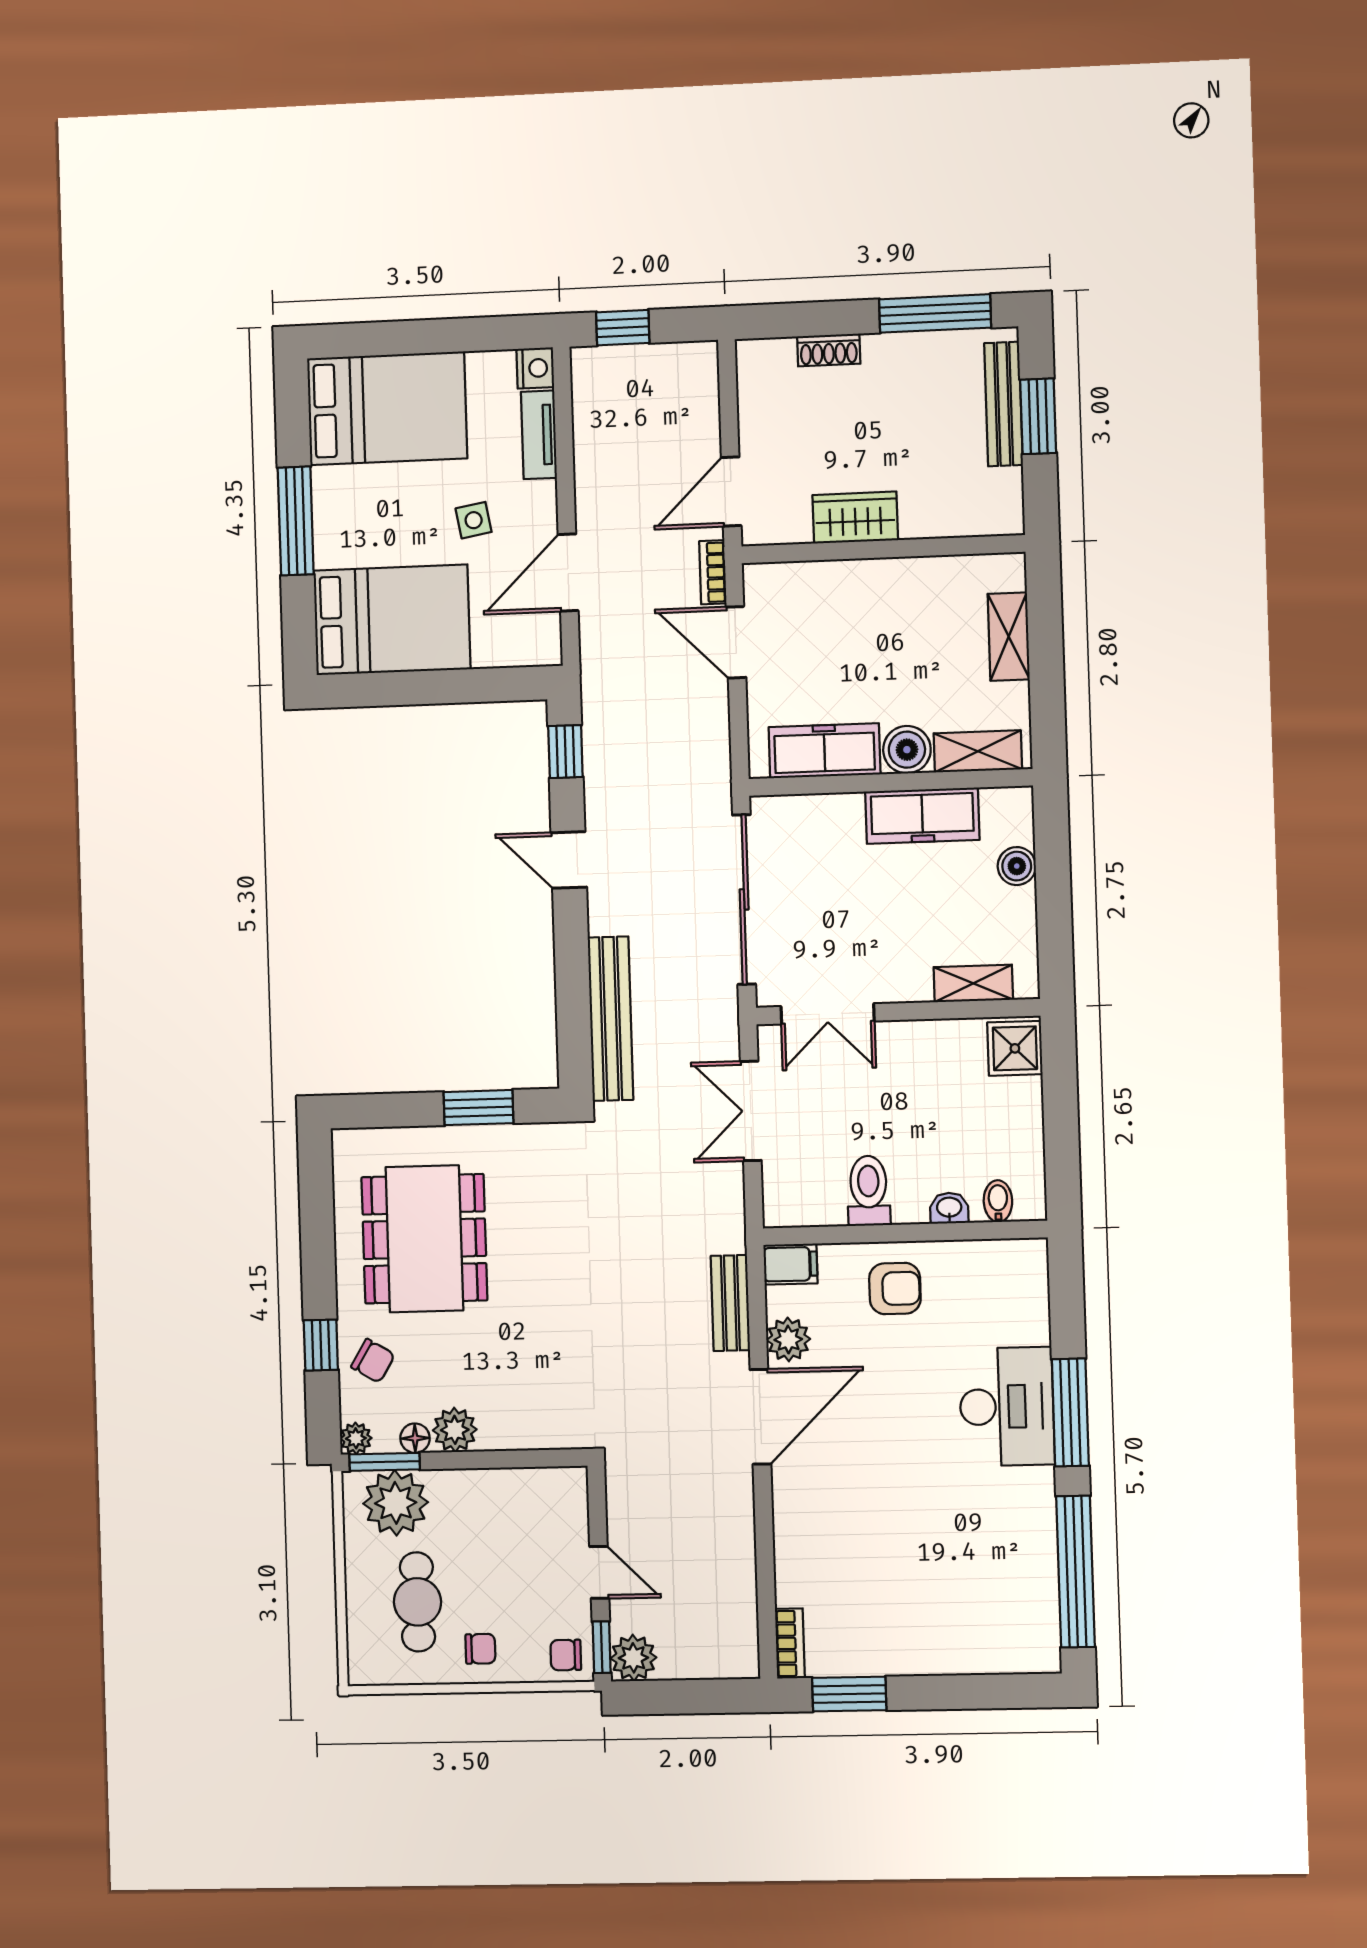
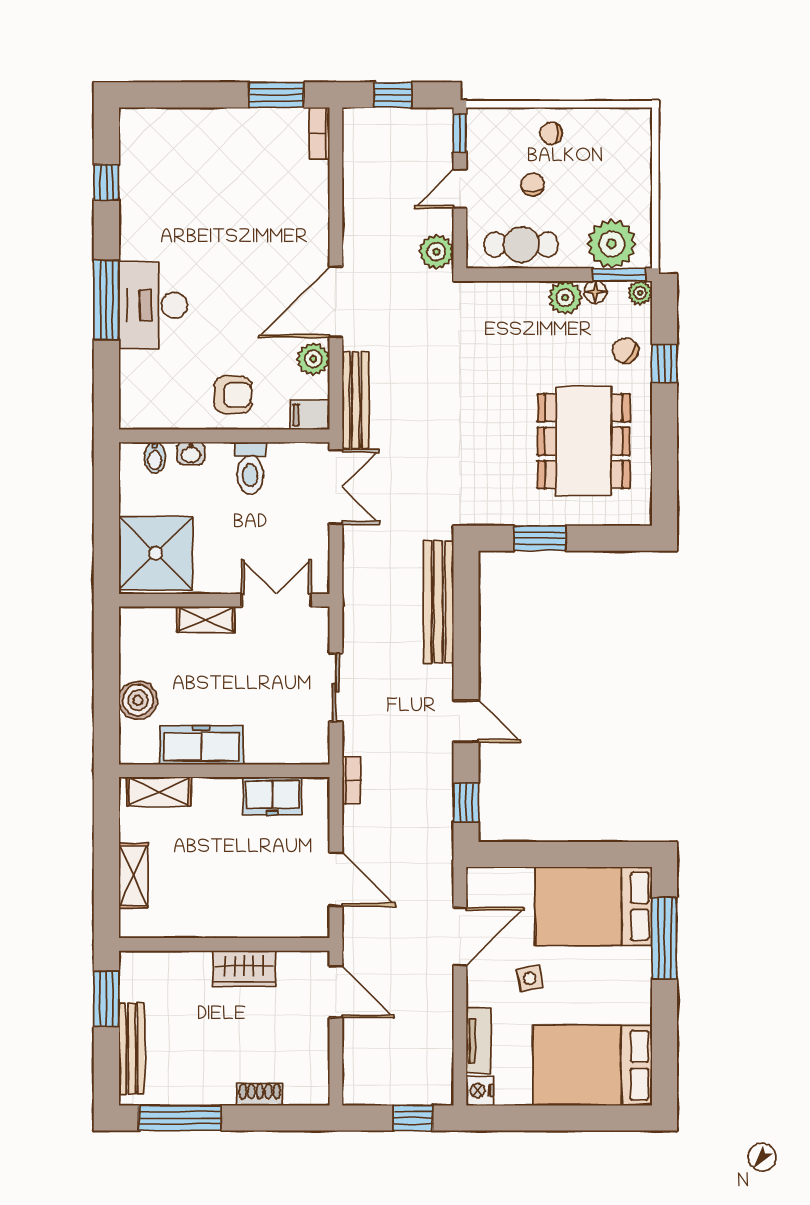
window: (1038, 416) -> (106, 999), moved
door: (731, 492) -> (336, 992), hinge flipped
window: (296, 521) -> (664, 938), moved
bookcase: (713, 572) -> (351, 780), moved
boiler: (907, 750) -> (211, 795), removed
freezer: (824, 751) -> (272, 796), width x0.71
boiler: (1017, 866) -> (138, 700), width x1.36, depth x1.36
sliding door: (744, 899) -> (336, 687), width x0.54
shelving: (973, 983) -> (206, 619), moved
shower: (1015, 1048) -> (156, 553), width x1.86, depth x1.86
double door: (751, 1111) -> (336, 487), moved
armchair: (895, 1289) -> (233, 395), turned 180
bench: (730, 1303) -> (356, 400), width x1.36
door: (599, 1572) -> (460, 189), hinge flipped
window: (1076, 1572) -> (106, 182), width x0.32
cafe table: (417, 1602) -> (521, 244), moved, turned 90
chair: (566, 1655) -> (533, 185), moved, turned -90
plant: (633, 1658) -> (436, 252), moved
window: (692, 1697) -> (393, 95), added

